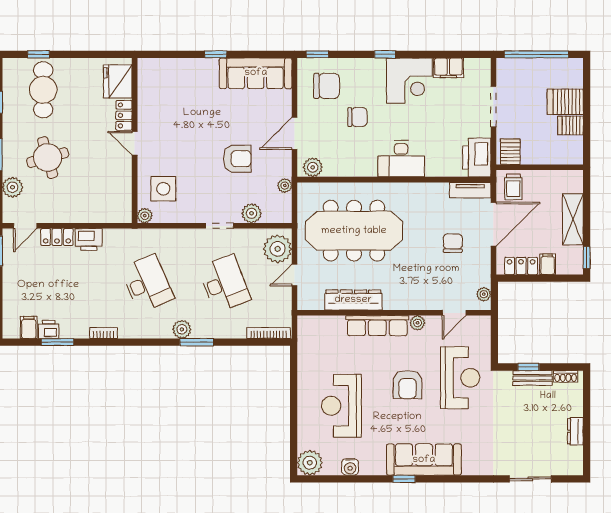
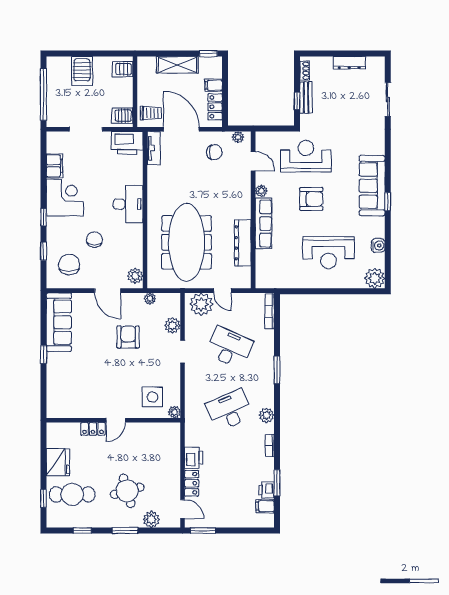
window: (317, 54) -> (44, 251), moved
fridge: (118, 81) -> (58, 462), moved, turned -90
server rack: (571, 125) -> (123, 69), moved, turned 90
chair: (453, 243) -> (214, 152), moved, turned 180
desk: (224, 284) -> (229, 348), turned 45
plant: (182, 329) -> (267, 415), moved
dresser: (575, 431) -> (349, 63), width x1.44

